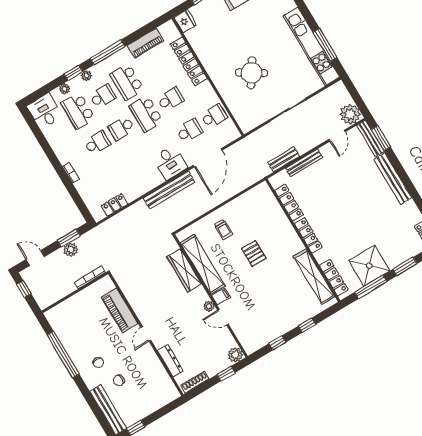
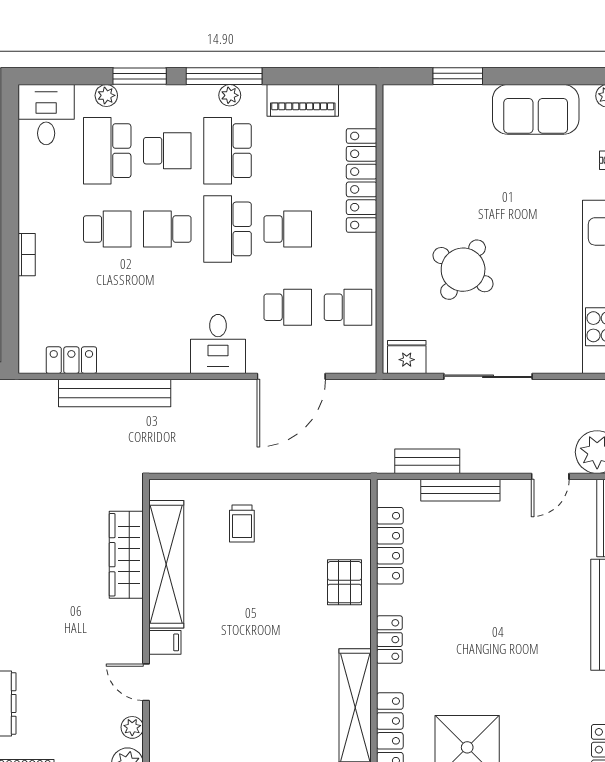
fridge: (185, 21) -> (407, 357), moved, turned -90
window: (73, 73) -> (140, 76), width x1.50
plant: (86, 76) -> (230, 95), moved
bench: (169, 190) -> (115, 393), moved
locker: (308, 235) -> (389, 640), width x0.66
pallet: (254, 253) -> (344, 582), moved
plant: (209, 306) -> (132, 727), moved

